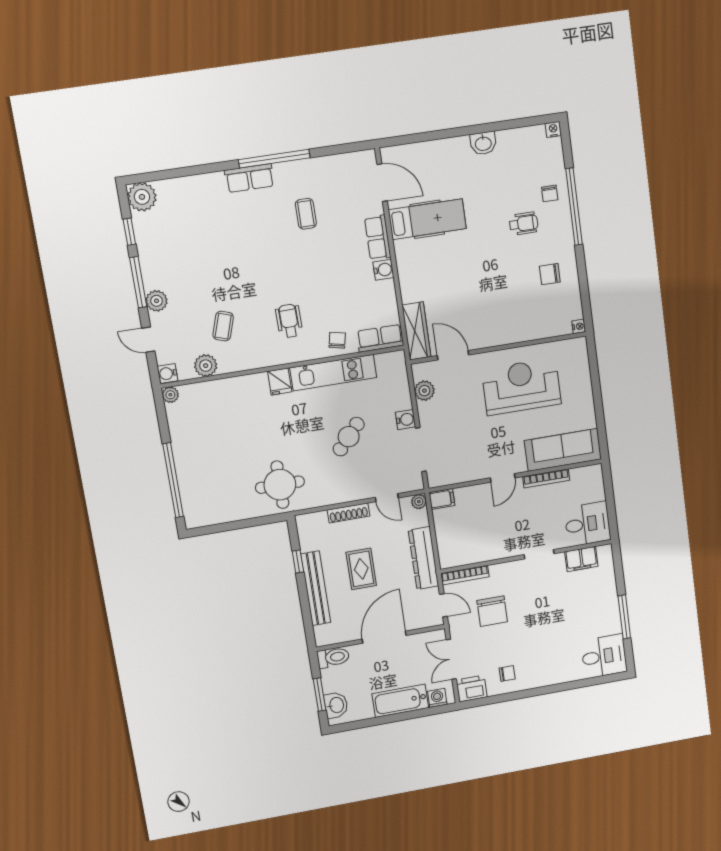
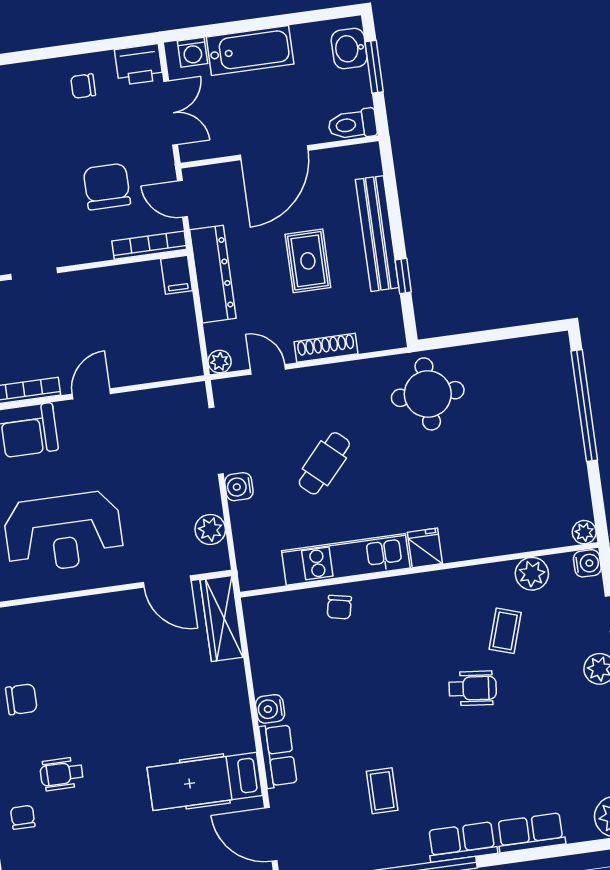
wheelchair: (289, 321) -> (473, 688), moved, turned -83
row of seats: (380, 338) -> (531, 833), moved, turned 180
filing cabinet: (442, 499) -> (177, 275), moved, turned -90

